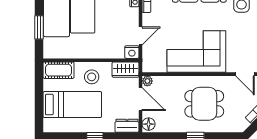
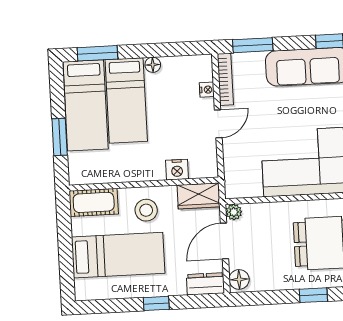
door: (140, 36) -> (218, 124), moved
nightstand: (132, 52) -> (177, 170), moved
door: (140, 99) -> (224, 241), swing flipped

